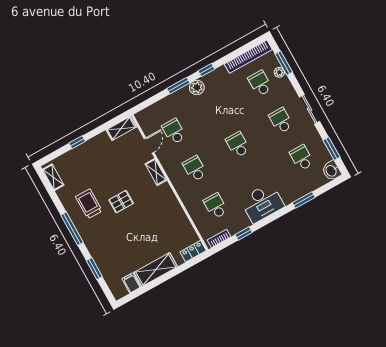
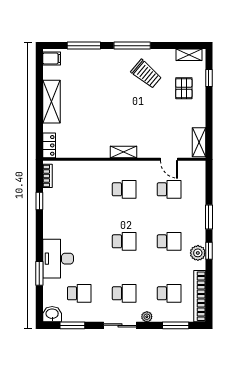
plant: (279, 72) -> (147, 317), moved
plant: (197, 87) -> (198, 253), moved
window: (77, 142) -> (209, 78), moved
shelving: (156, 172) -> (124, 152), moved
pallet: (121, 202) -> (184, 88), moved
desk: (262, 203) -> (58, 259), moved
trolley: (89, 204) -> (146, 74), turned 40
school desk: (216, 206) -> (169, 241), moved
window: (94, 269) -> (84, 46), width x1.44
filing cabinet: (131, 283) -> (52, 59), moved

